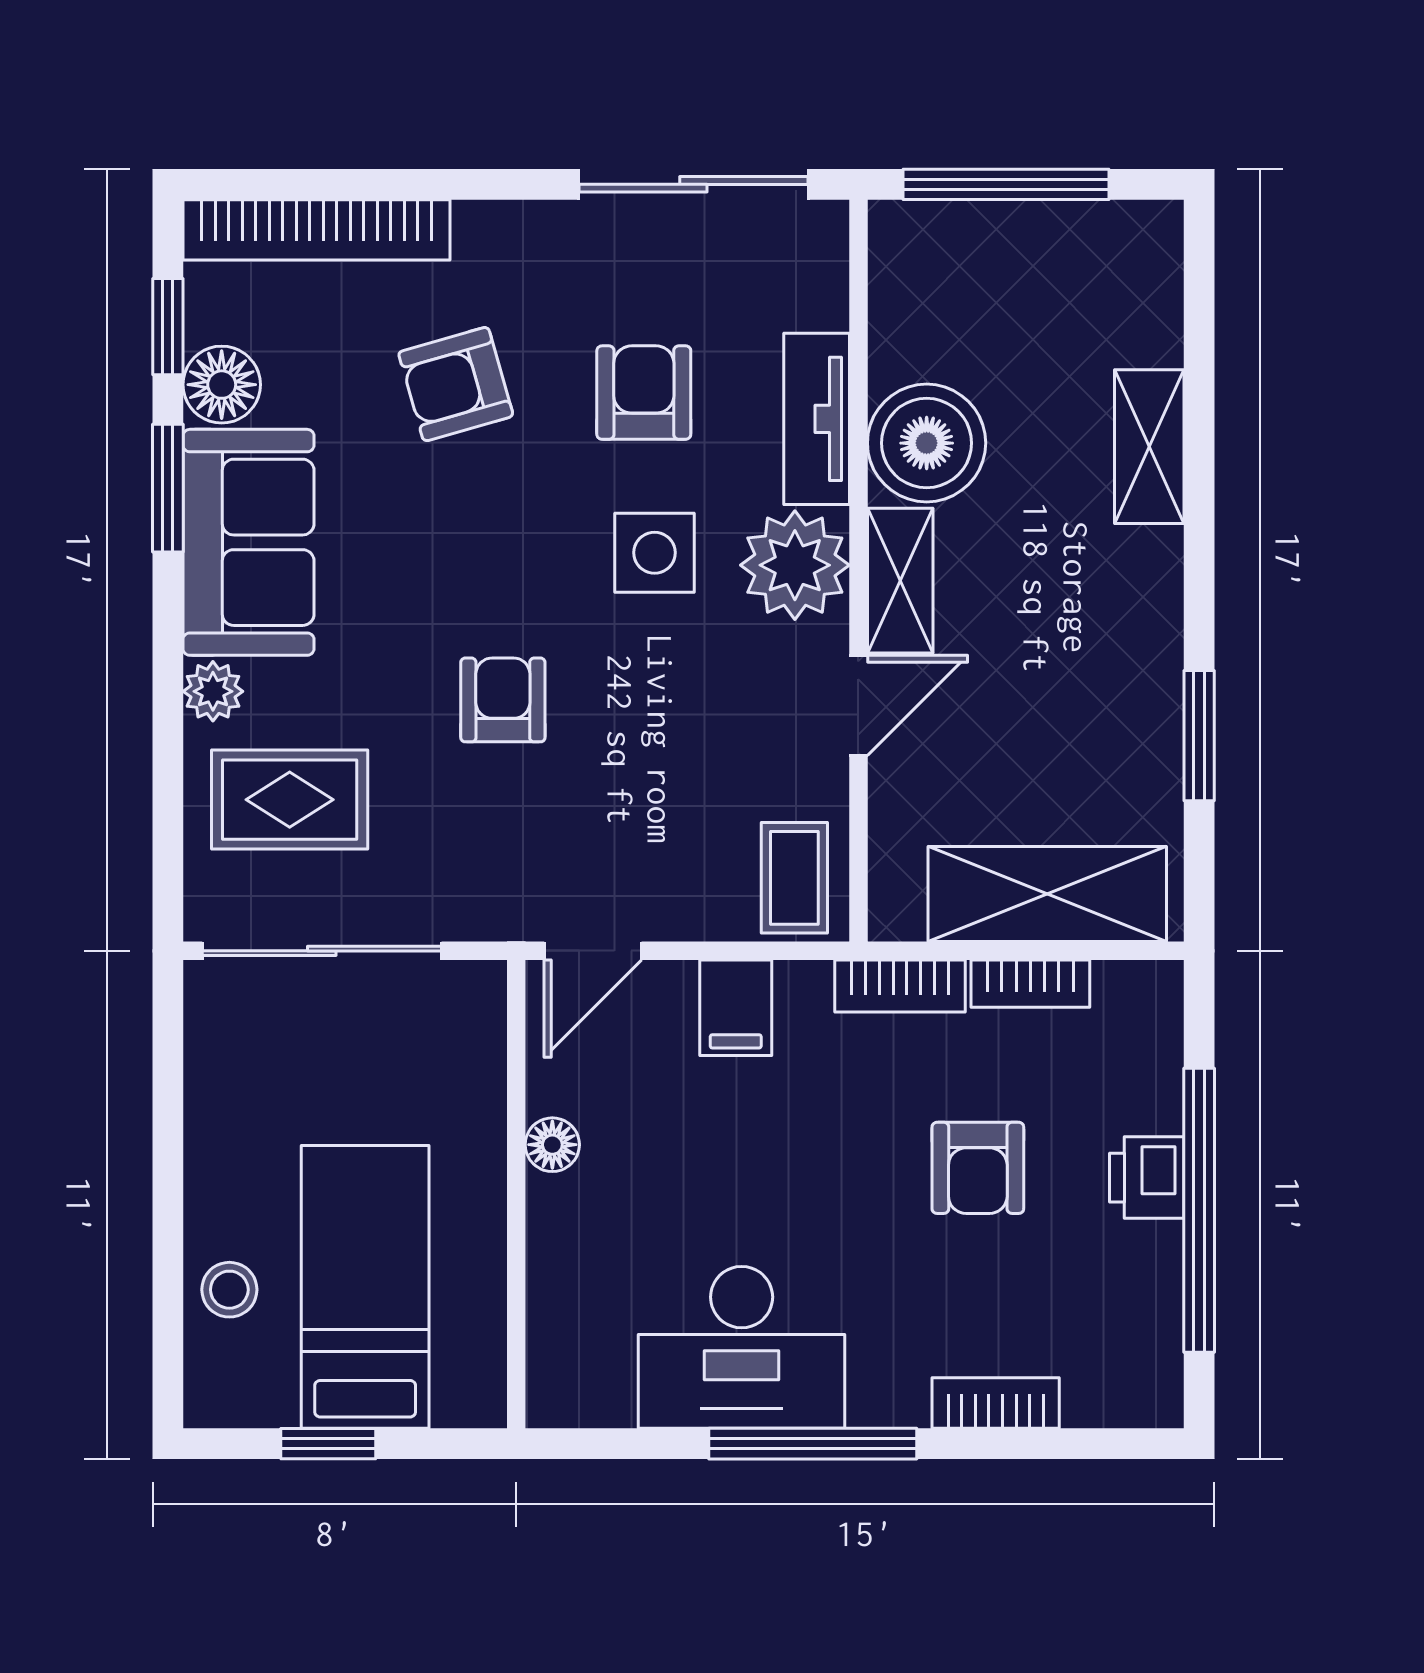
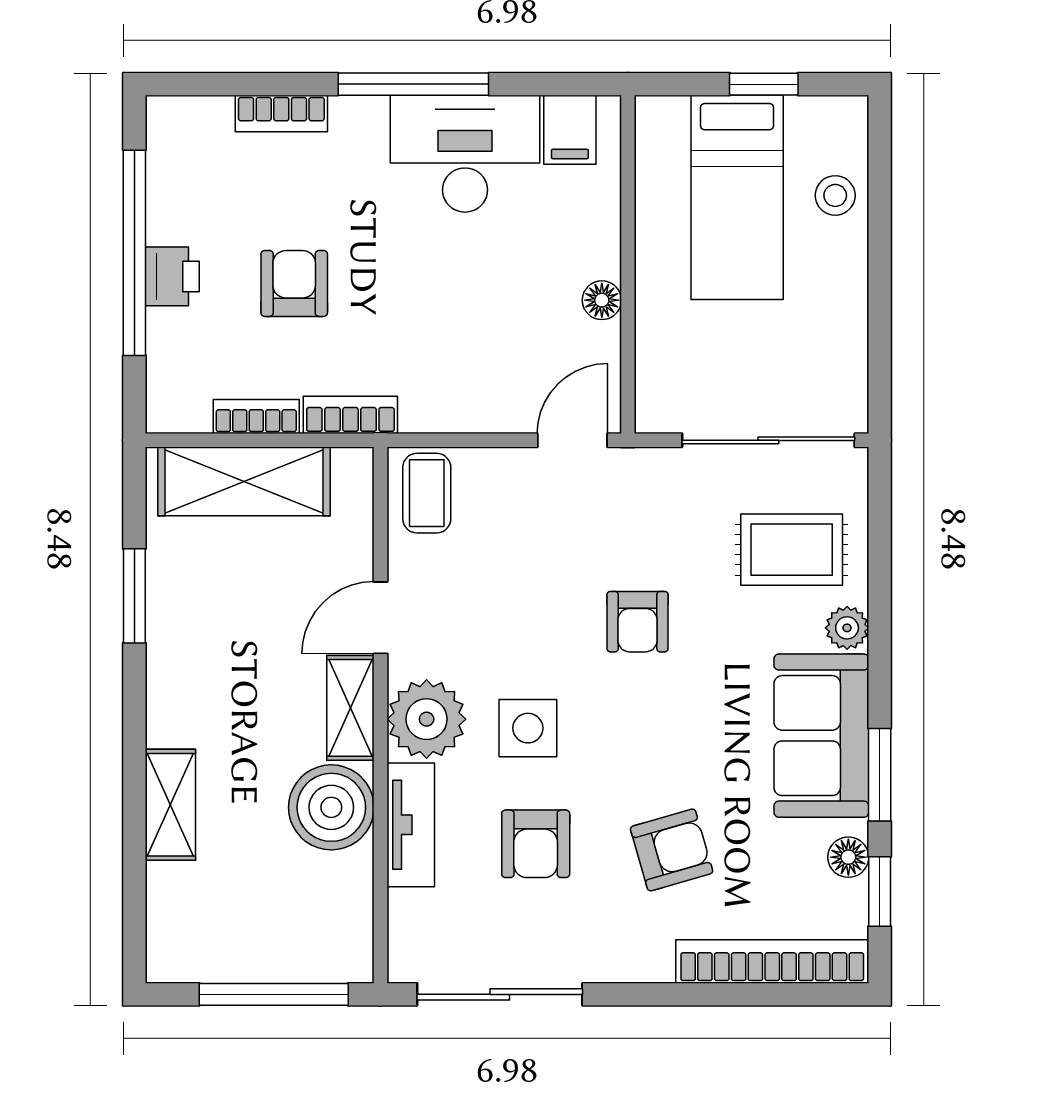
floor lamp: (222, 385) -> (848, 857), width x0.73, depth x0.73
filing cabinet: (736, 1008) -> (570, 130), moved, turned 180

